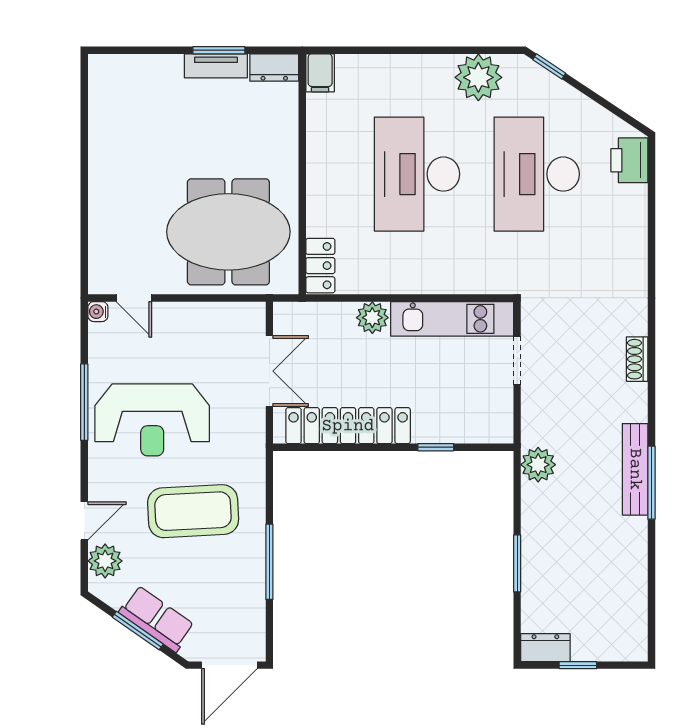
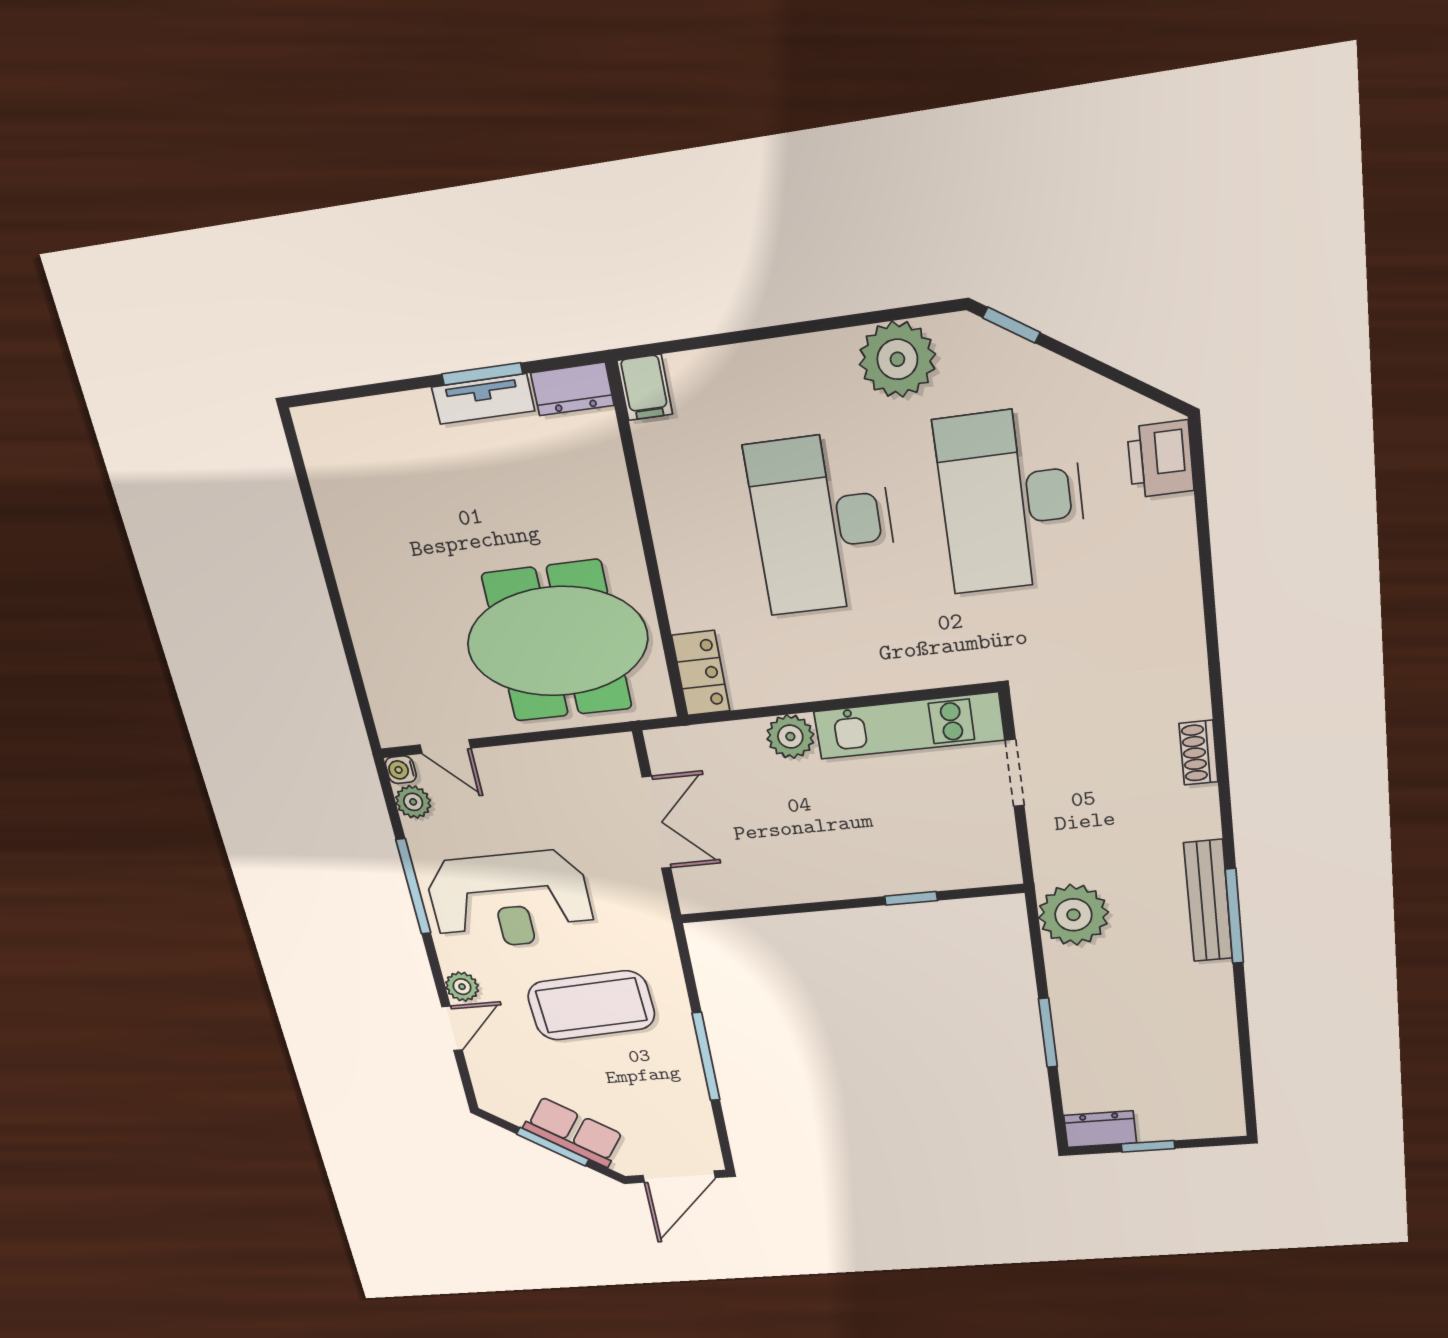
plant: (101, 337) -> (413, 802), added
locker: (348, 426) -> (781, 882), removed
plant: (538, 465) -> (1073, 915), width x1.36, depth x1.36
plant: (105, 561) -> (462, 987), moved, width x0.73, depth x0.73

